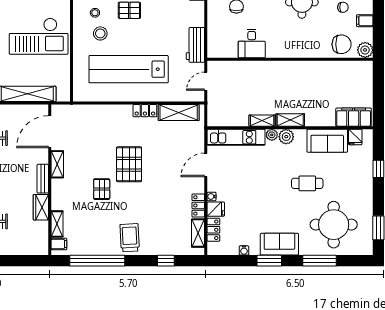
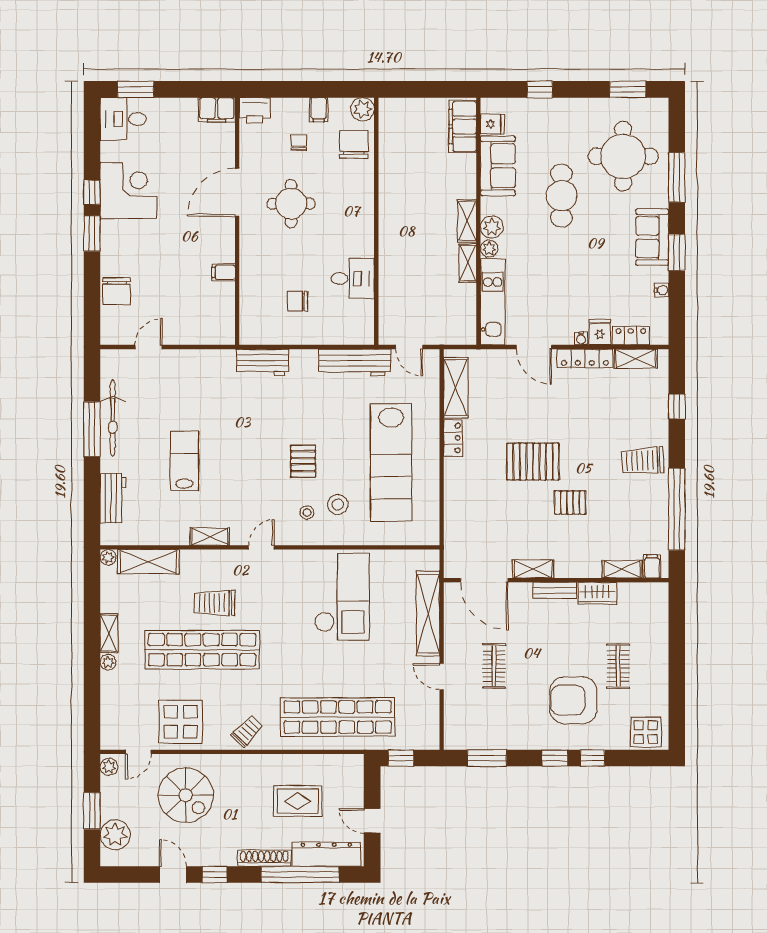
workbench: (195, 45) -> (355, 363), width x1.38
cafe table: (307, 183) -> (561, 196), width x1.37, depth x1.35
locker: (198, 205) -> (585, 358), width x1.53

